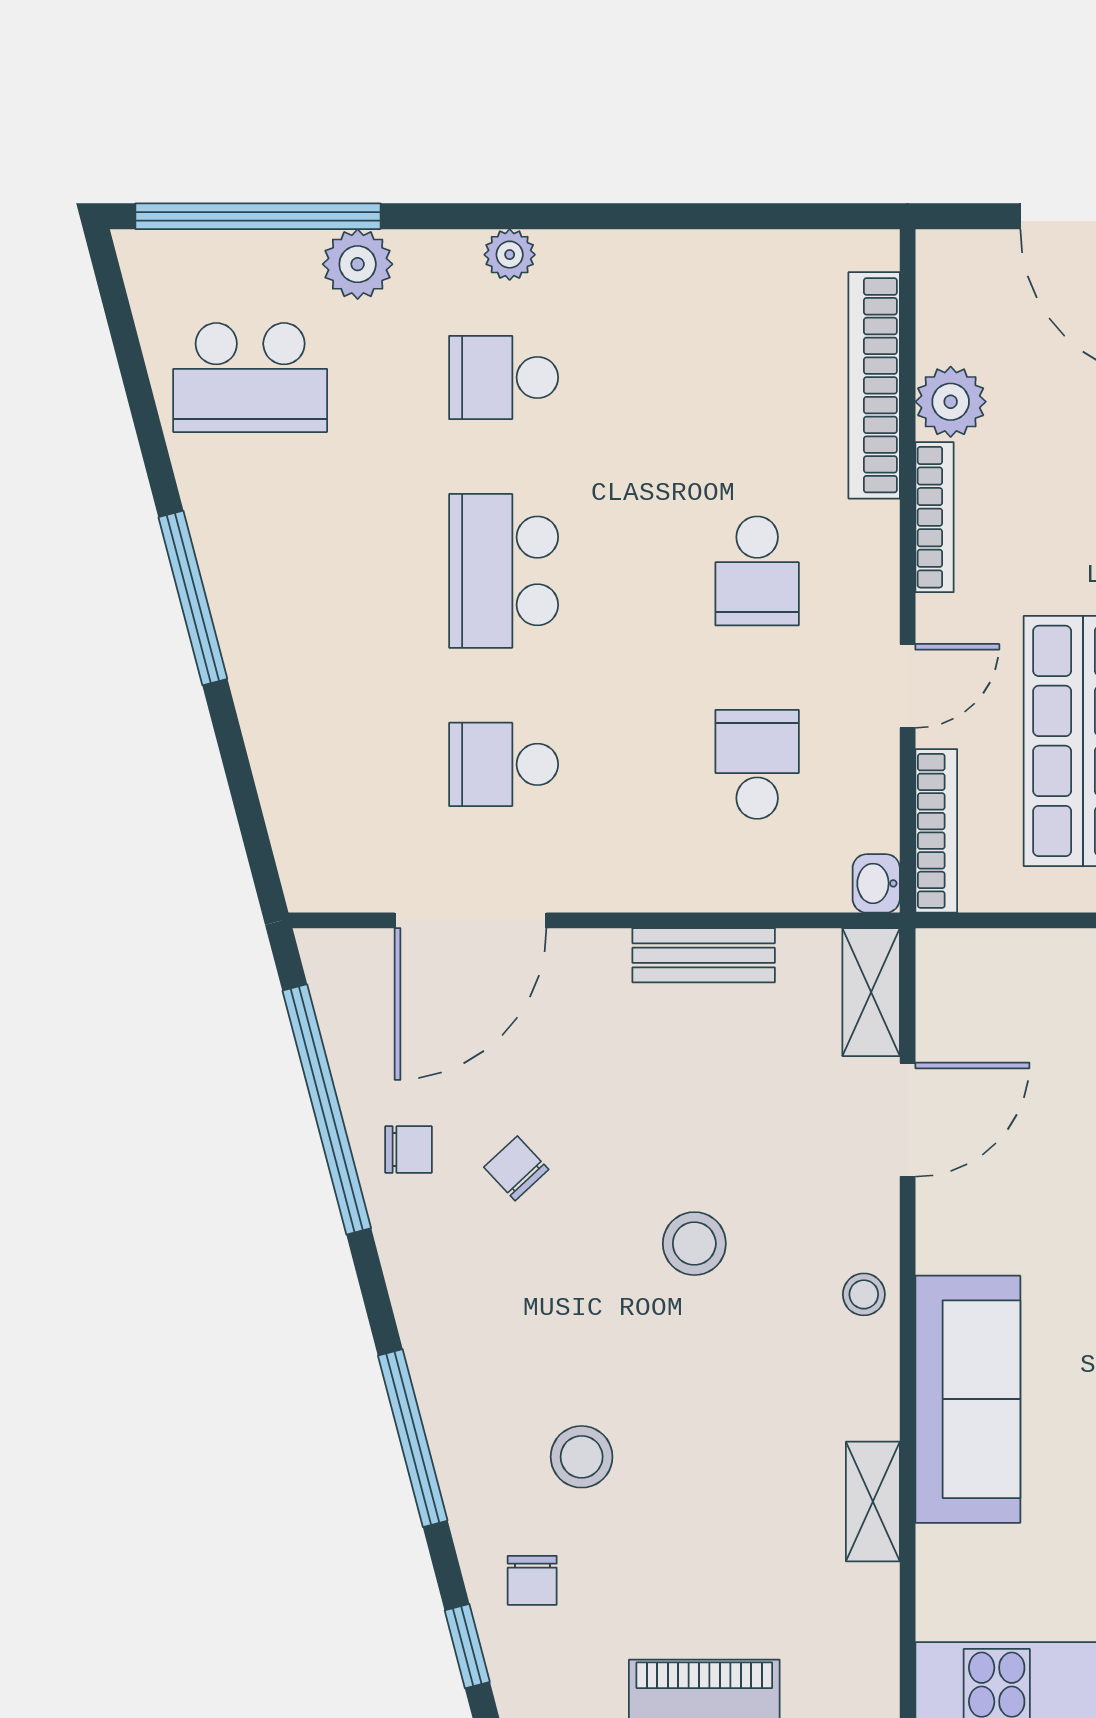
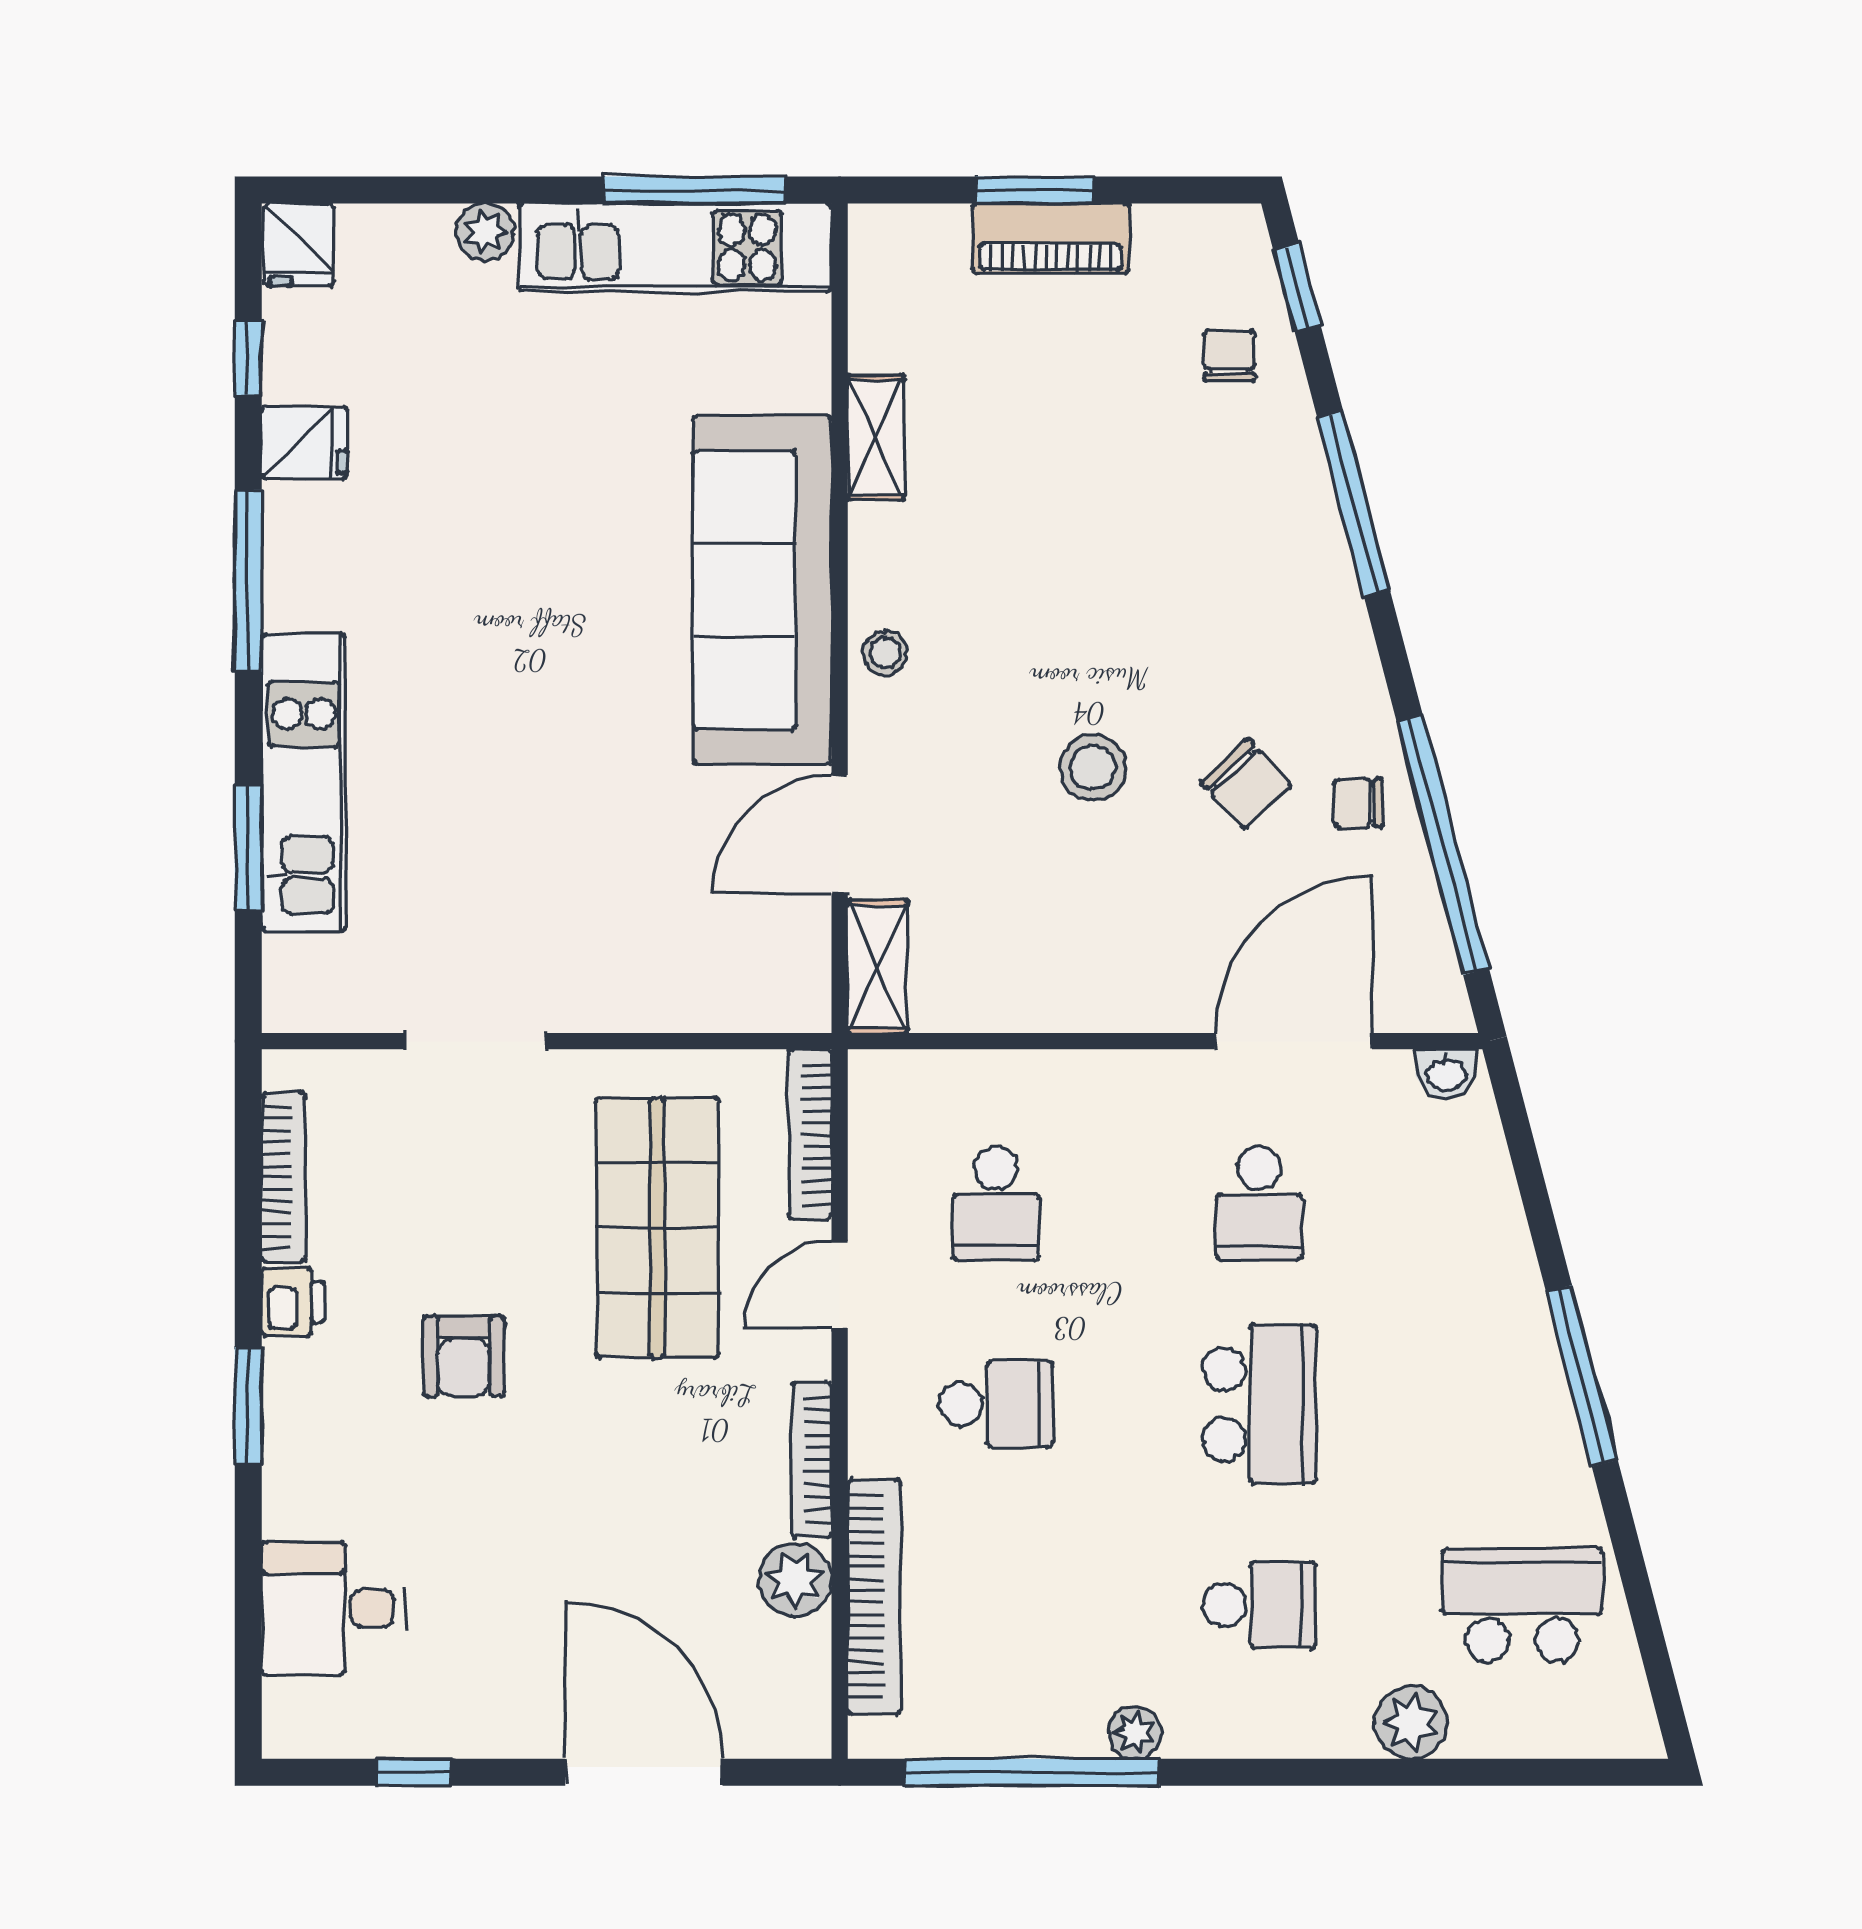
window: (258, 216) -> (1032, 1772), moved
plant: (510, 255) -> (1134, 1733), moved
school desk: (757, 571) -> (996, 1404), turned 90
school desk: (504, 764) -> (1259, 1203), turned 90
washbasin: (876, 883) -> (1446, 1074), moved, turned 90
bench: (704, 955) -> (1051, 1005), removed
chair: (516, 1168) -> (1246, 784), width x1.37, depth x1.37
stool: (694, 1244) -> (1093, 768), moved
sofa: (968, 1399) -> (762, 590), width x1.36, depth x1.27
stool: (582, 1457) -> (1178, 484), removed

